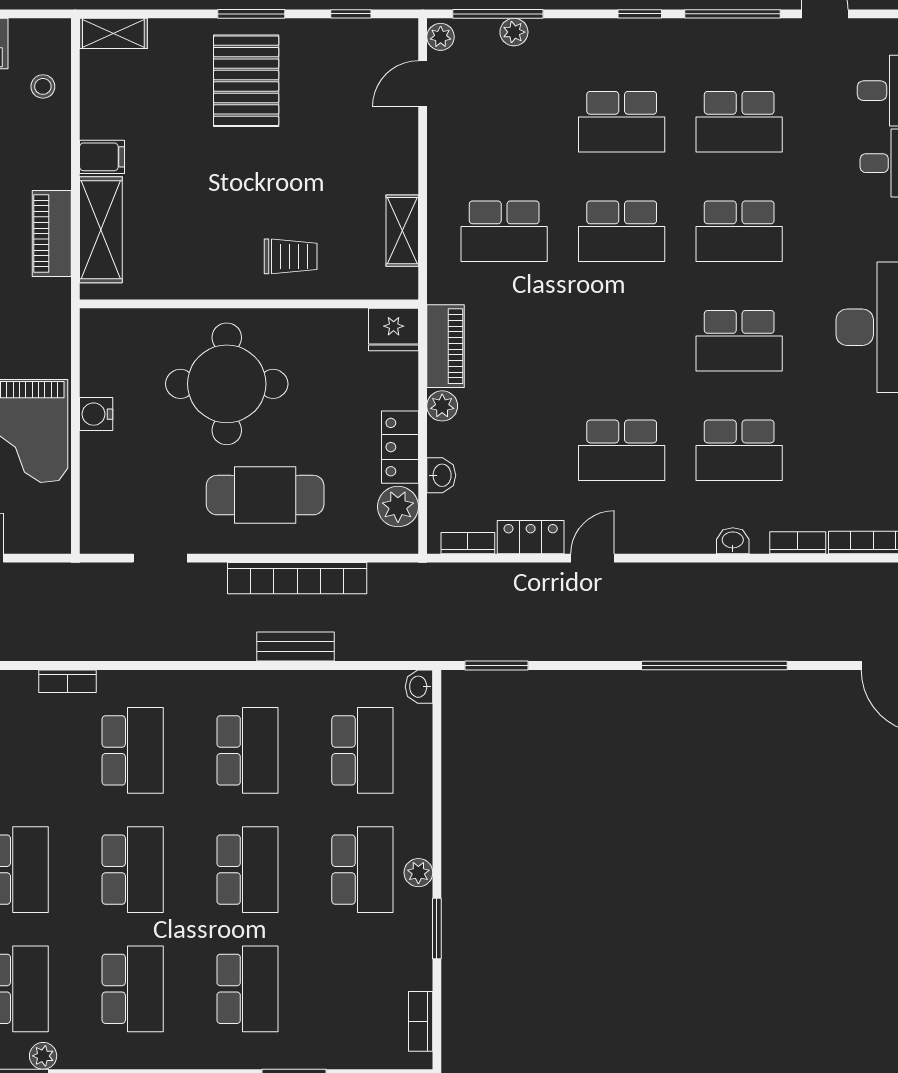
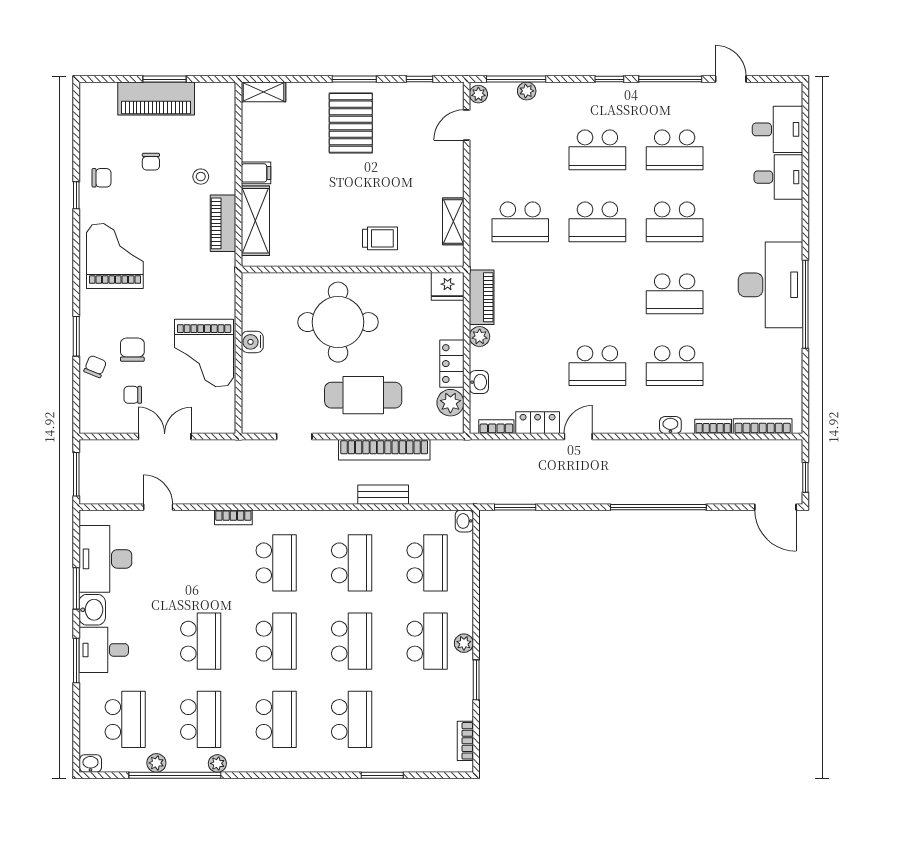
stool: (43, 86) -> (201, 177), moved

